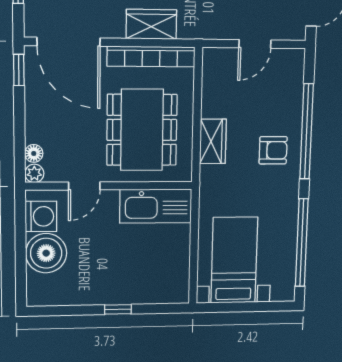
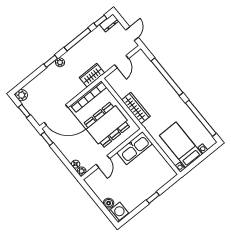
wardrobe: (151, 24) -> (92, 75), moved
dining table: (142, 130) -> (107, 125), turned 90
wardrobe: (213, 141) -> (136, 108), width x1.50
armchair: (273, 150) -> (161, 93), removed
washing machine: (41, 216) -> (118, 212), moved
boiler: (46, 253) -> (109, 203), width x0.54, depth x0.54

